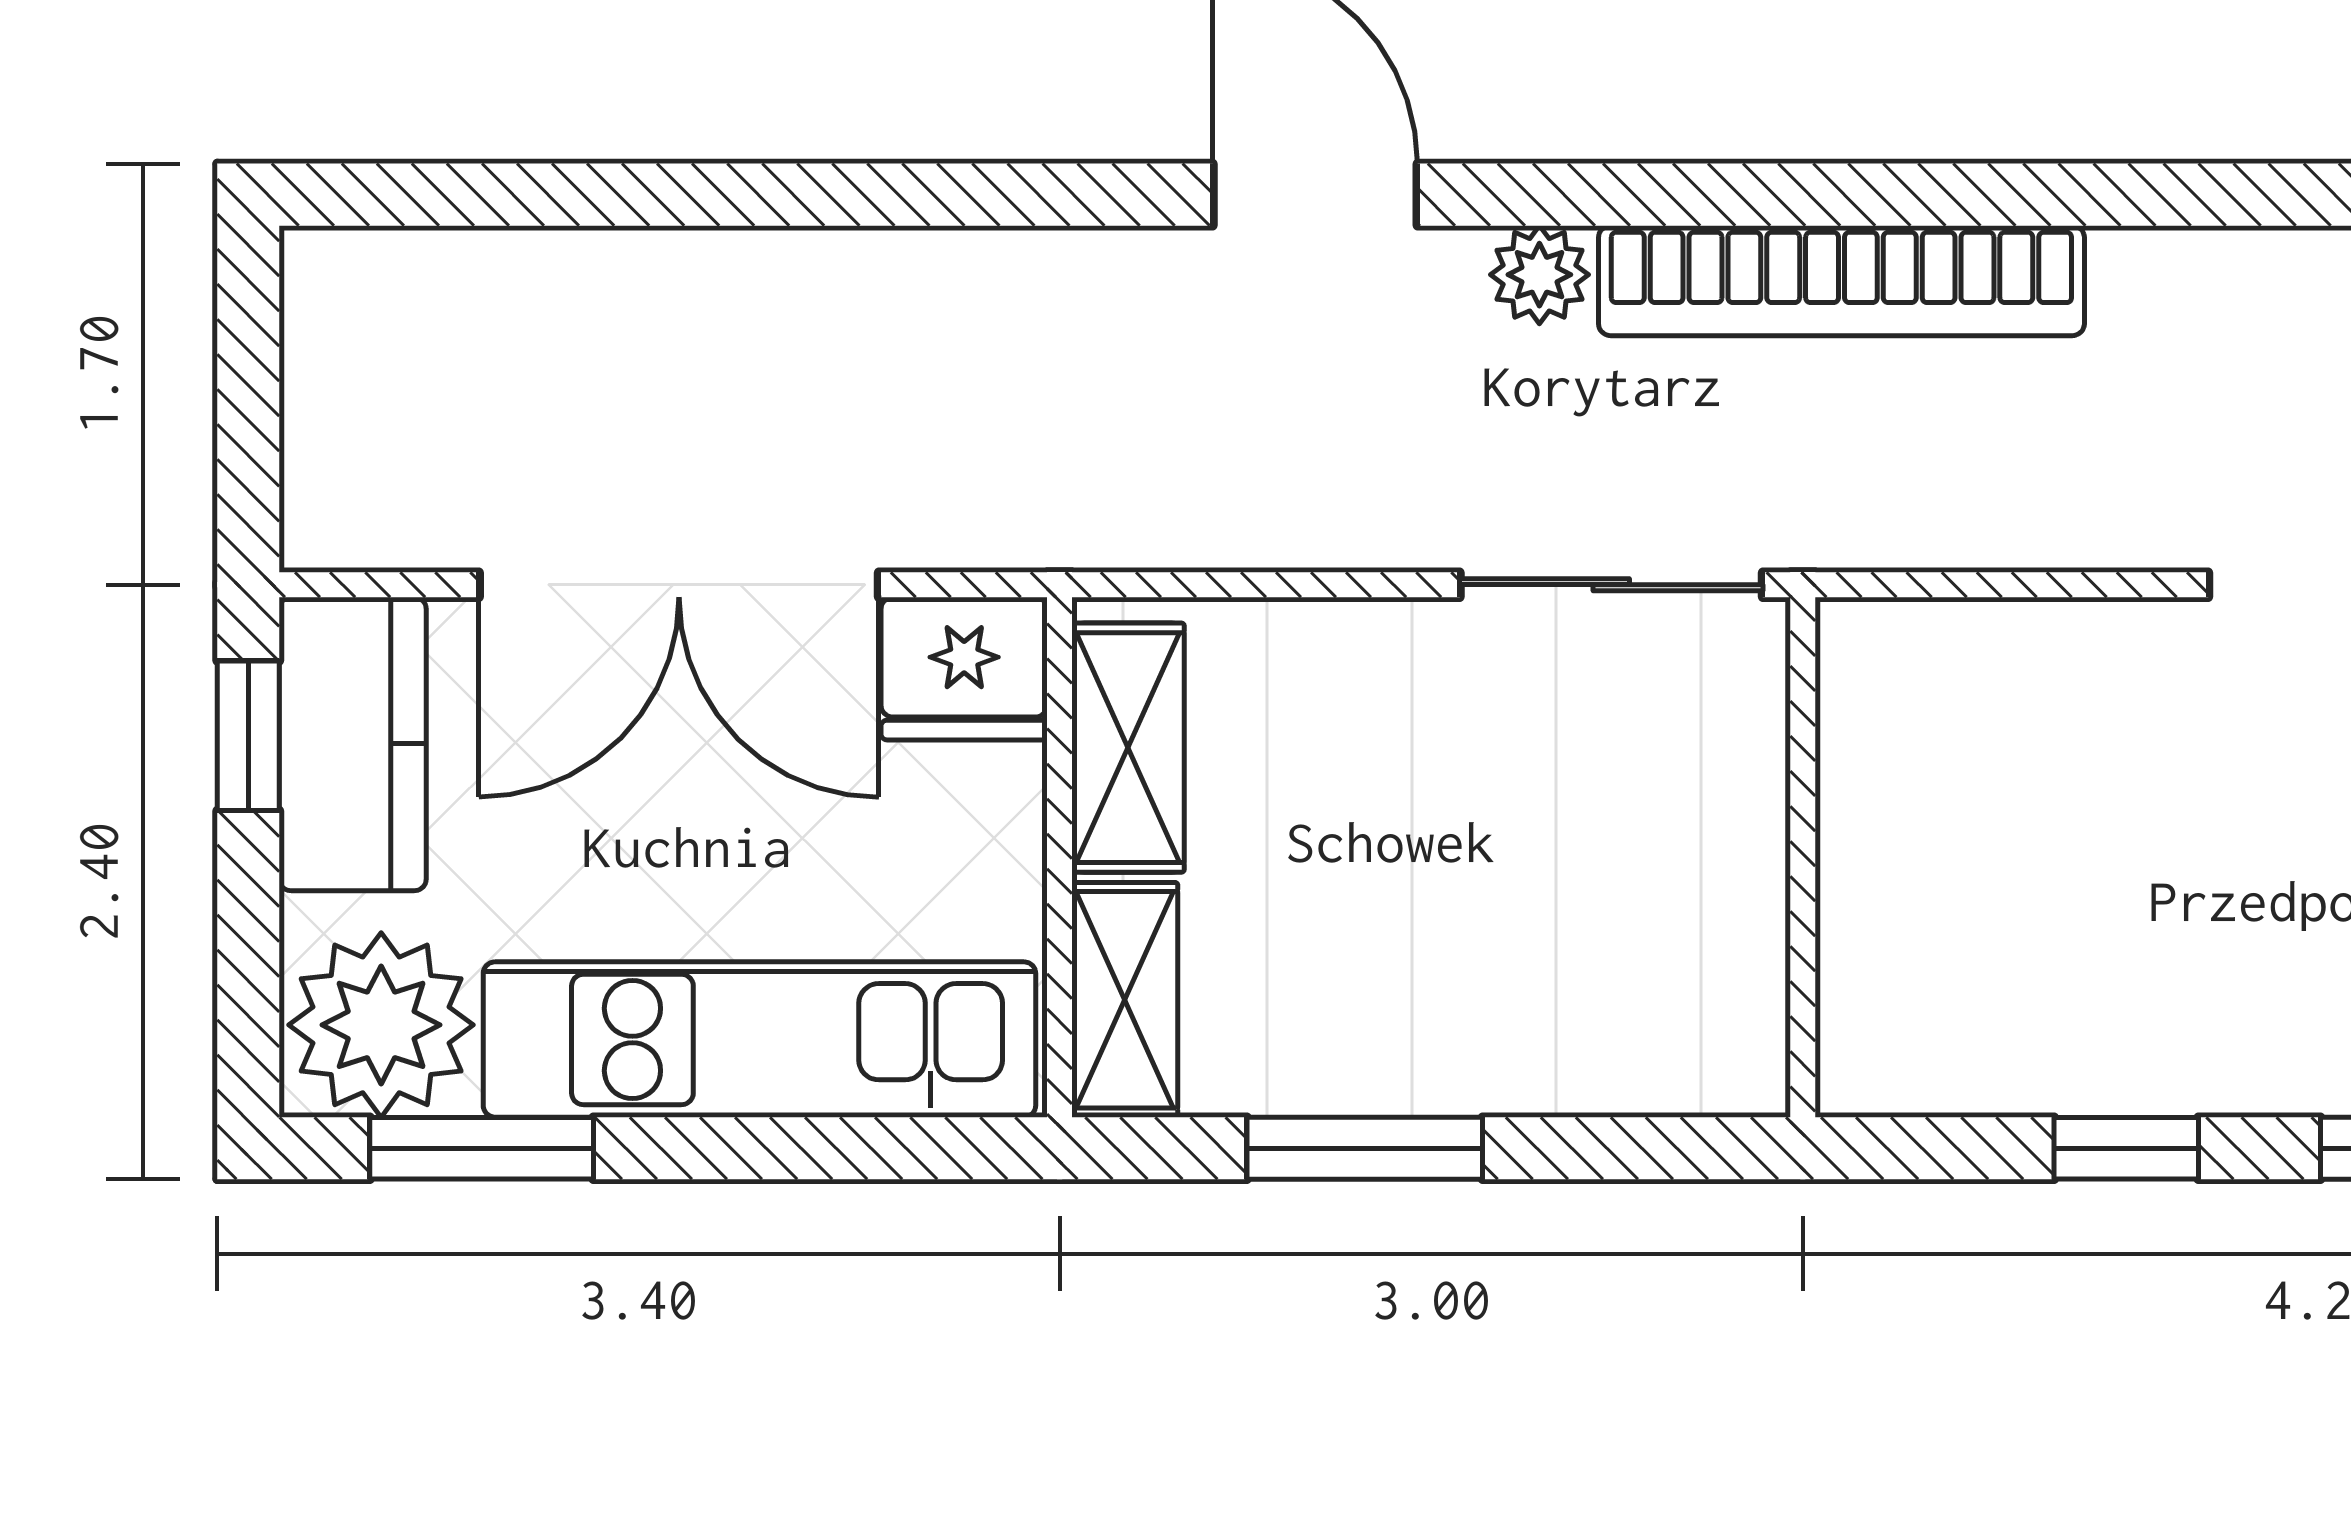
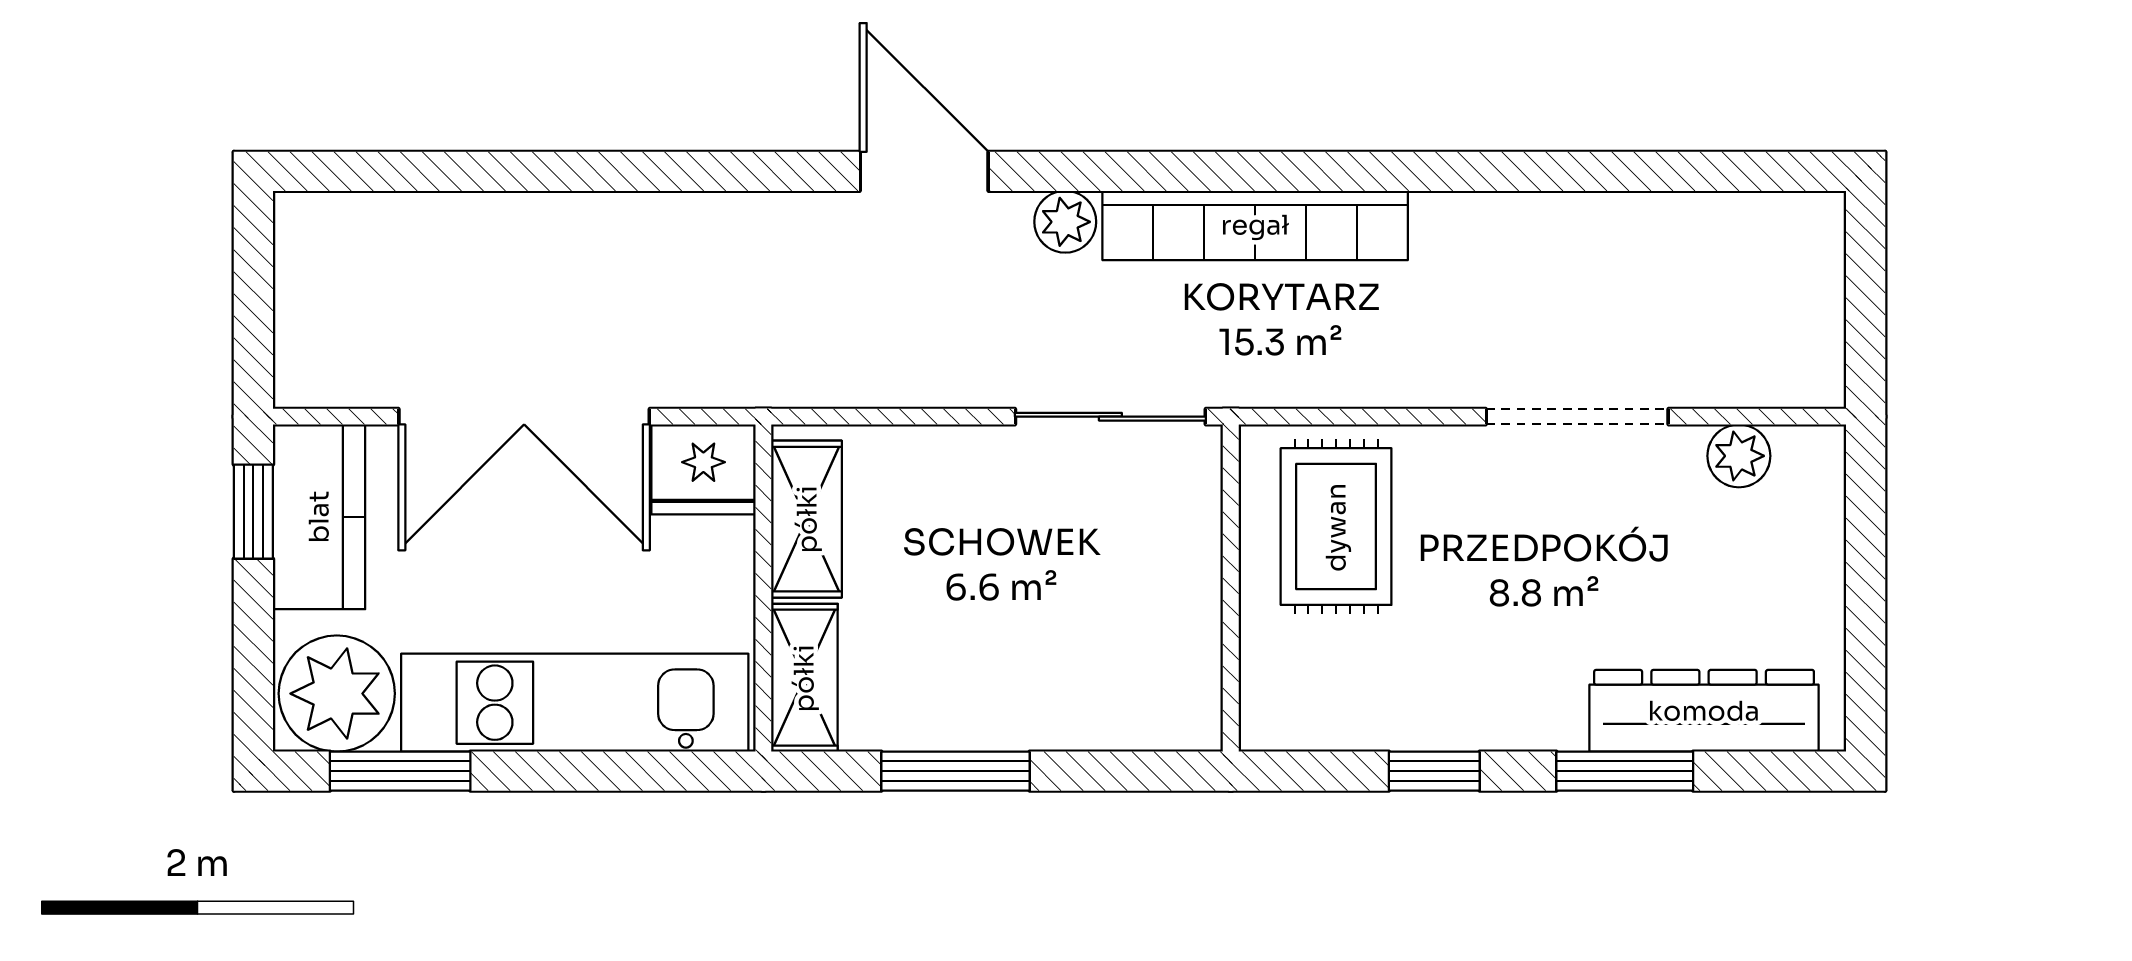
rug: (1970, 759) -> (1336, 527), added

